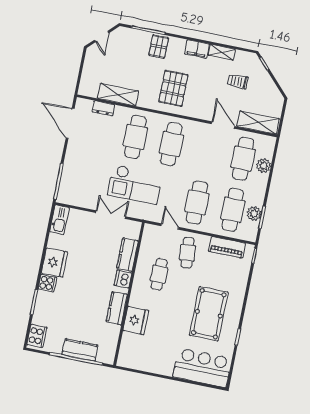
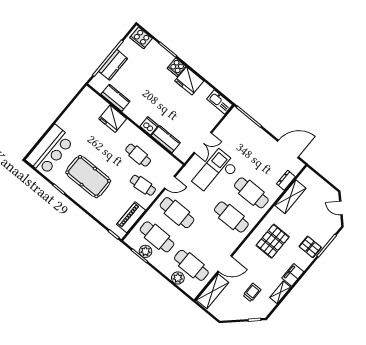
pallet: (173, 88) -> (273, 241), turned 90
kitchen counter: (117, 308) -> (115, 98), moved

